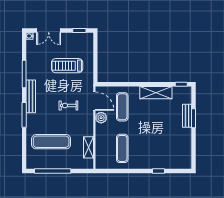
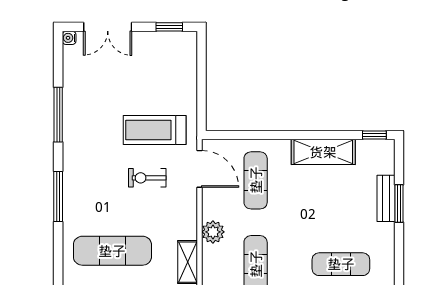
treadmill: (67, 66) -> (155, 130), moved
bench: (31, 96) -> (72, 159), removed
plant: (101, 118) -> (213, 232), moved
exercise mat: (165, 148) -> (341, 264), added

